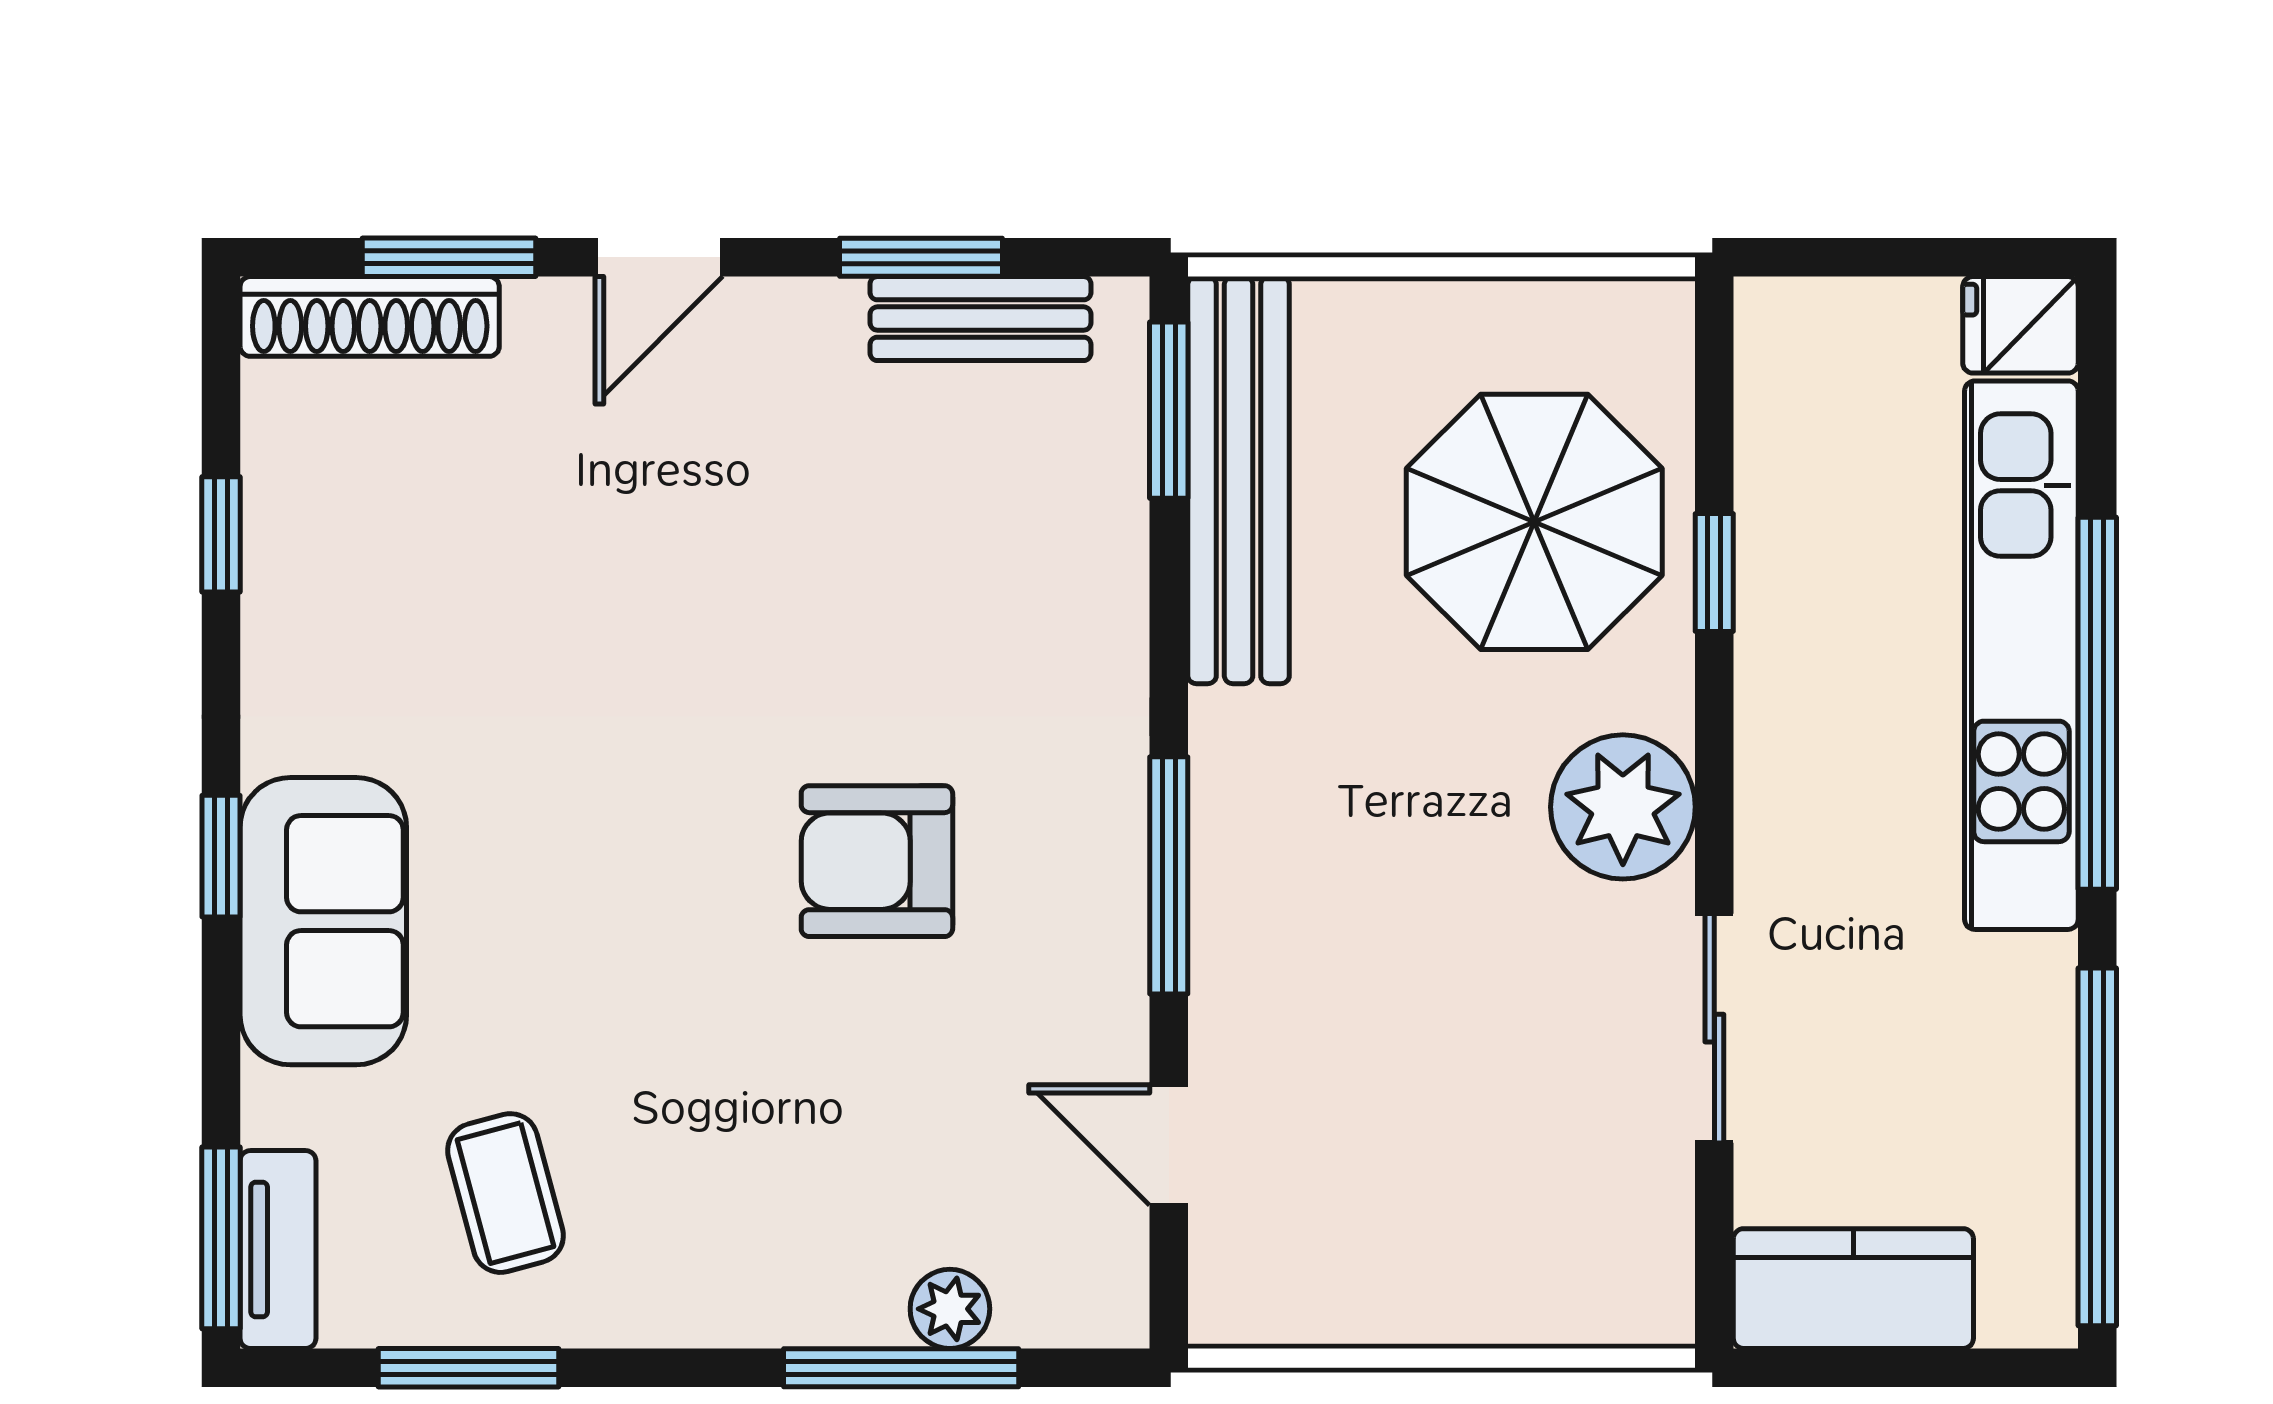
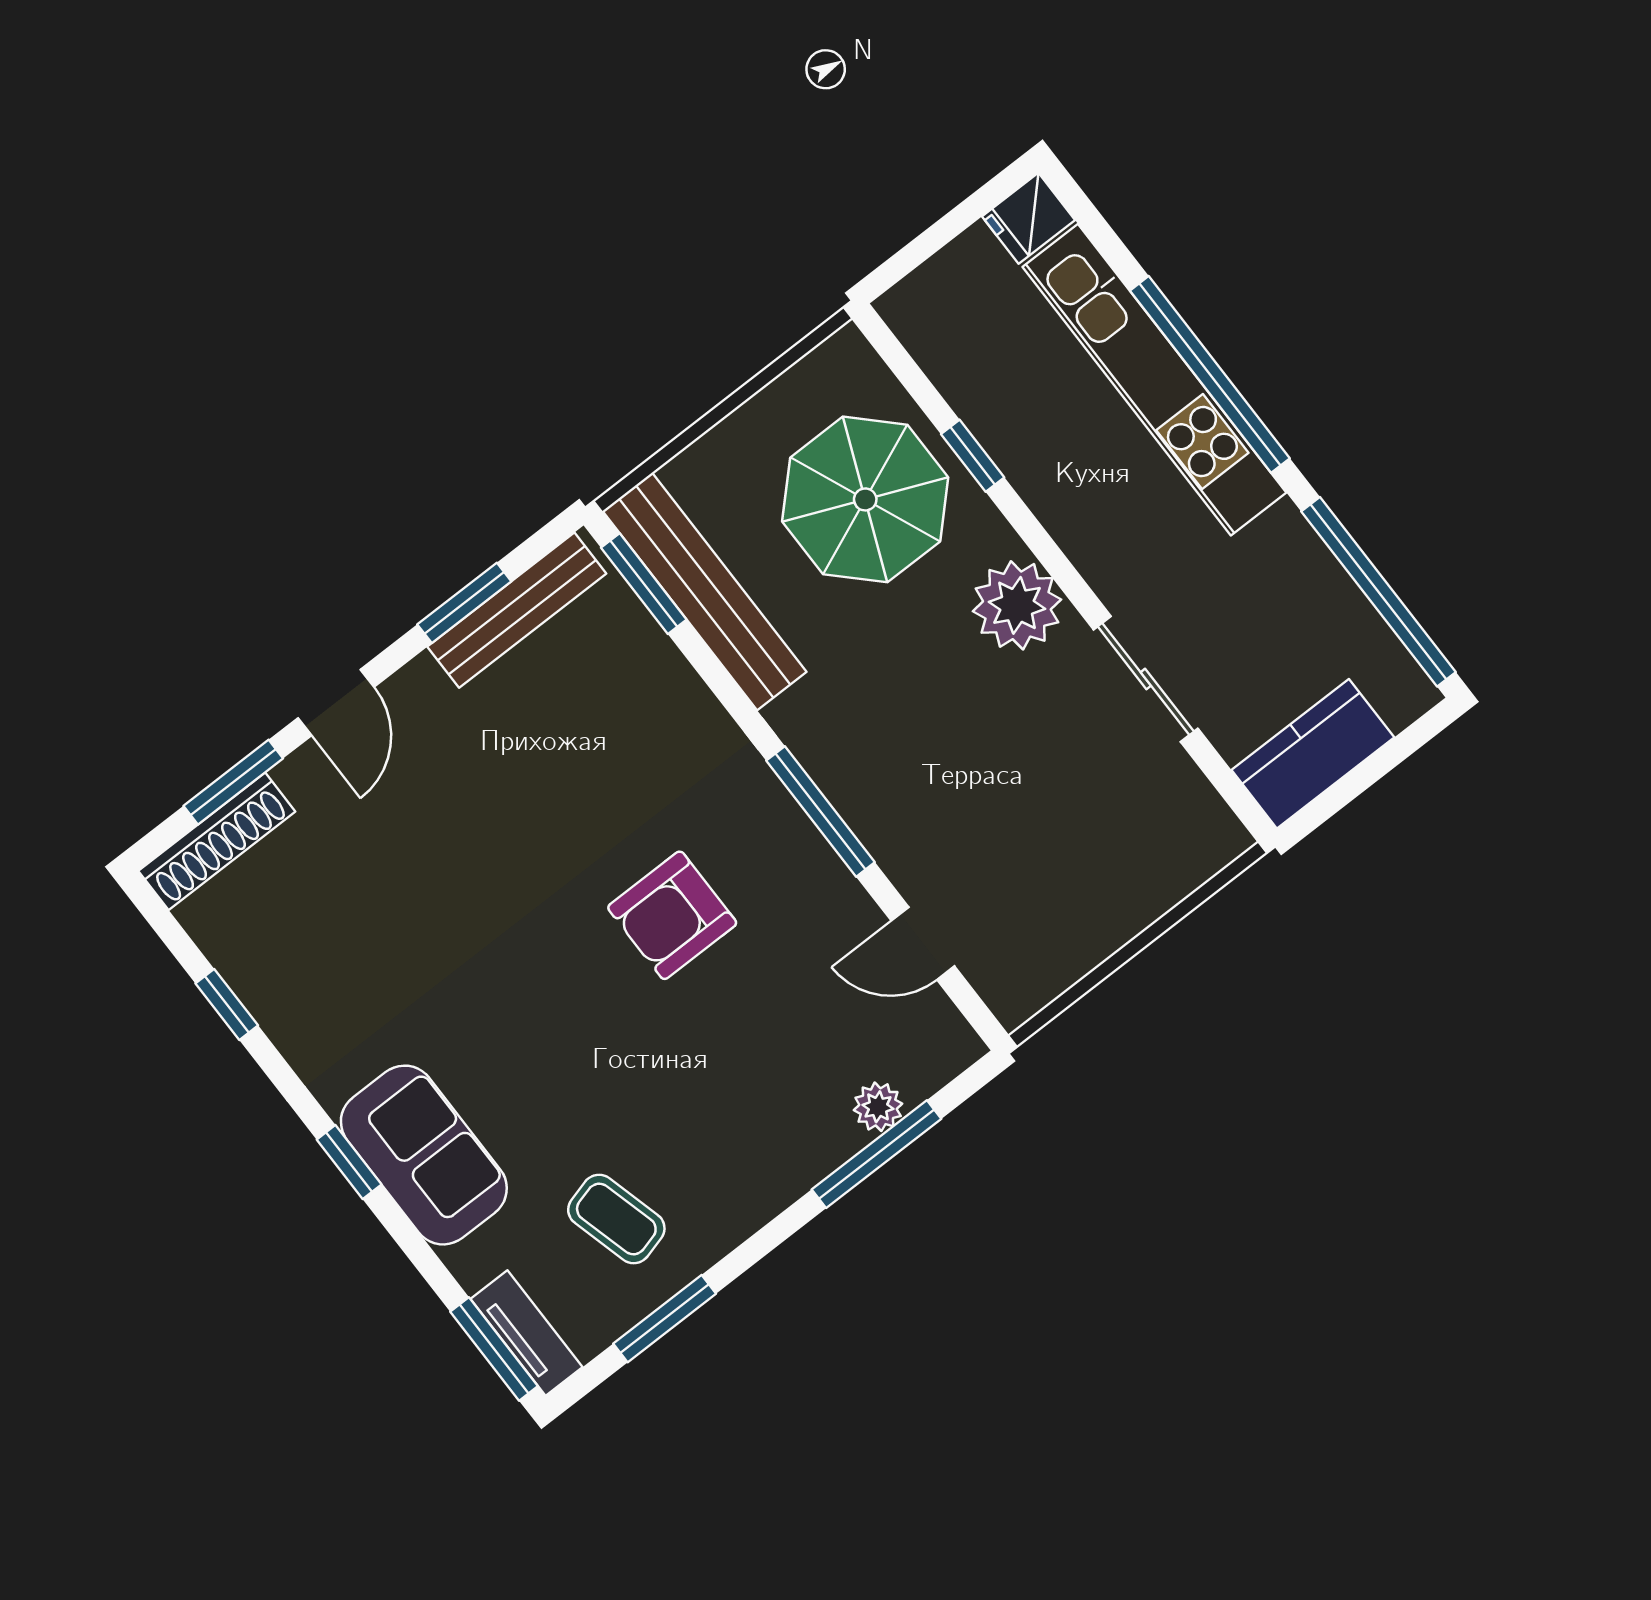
bench: (981, 319) -> (517, 610), width x1.36

